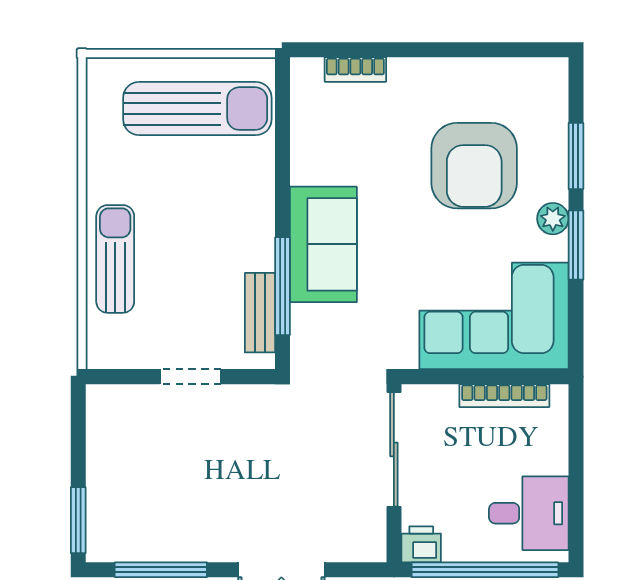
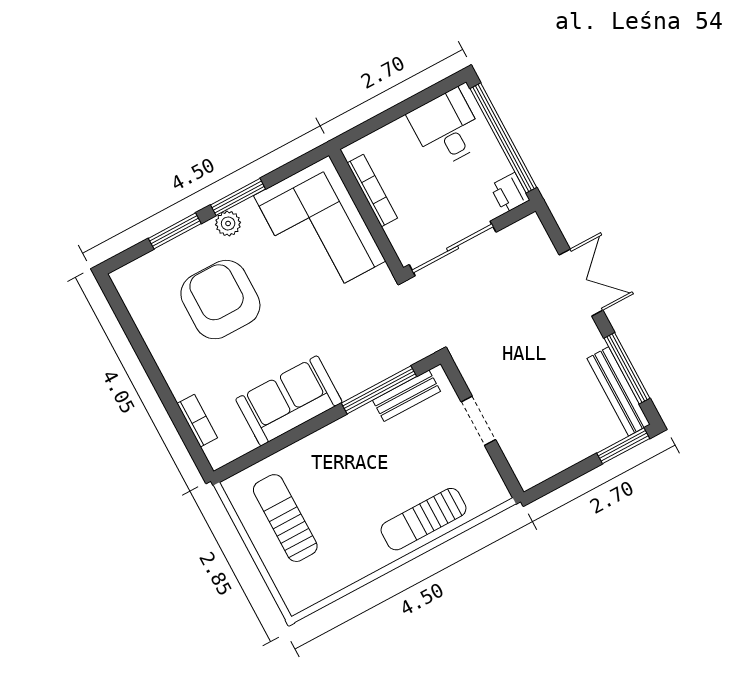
sun lounger: (197, 109) -> (285, 518), width x0.73, depth x0.75
armchair: (474, 166) -> (220, 300), turned -90
sofa: (323, 244) -> (289, 401), moved
bench: (140, 547) -> (619, 391), added

